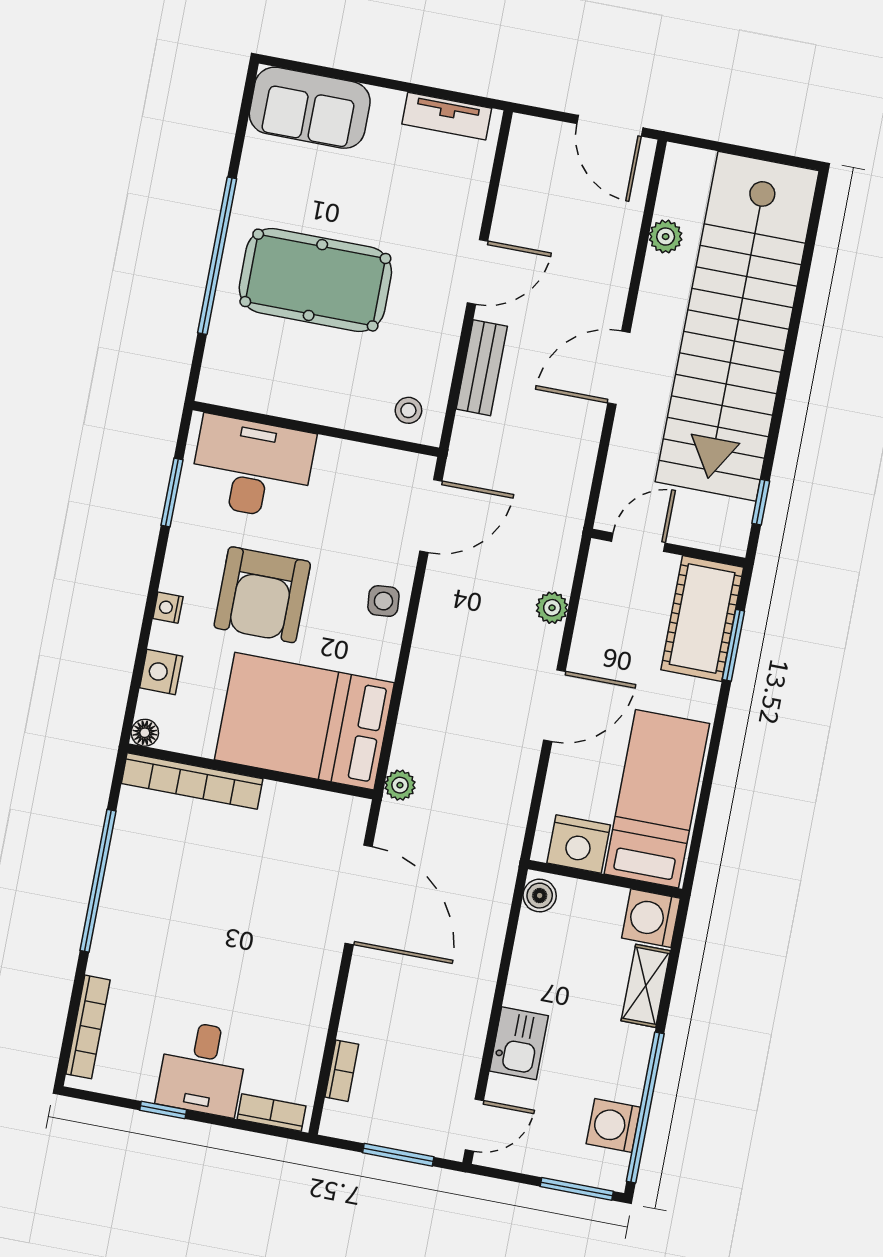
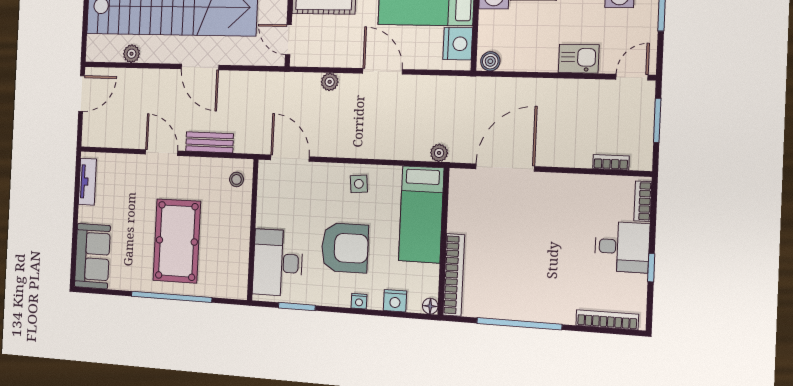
side table: (383, 601) -> (359, 184), moved
bed: (304, 721) -> (421, 214), width x0.67
door: (474, 1125) -> (632, 77), hinge flipped

